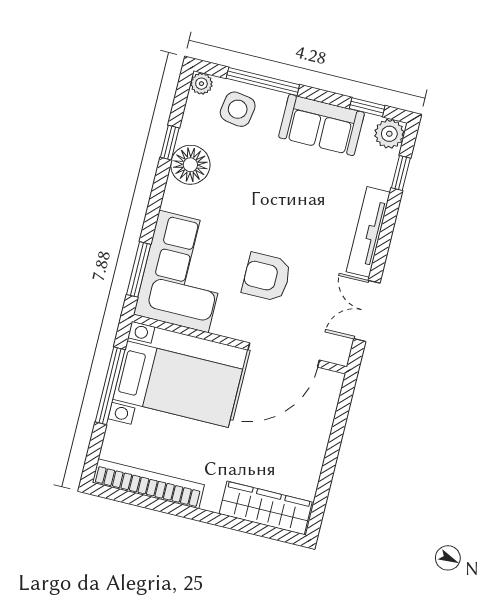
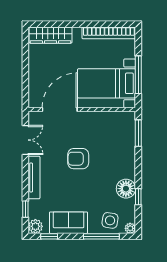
corner sofa: (184, 271) -> (117, 137), removed
armchair: (267, 277) -> (78, 159), moved, turned 180

